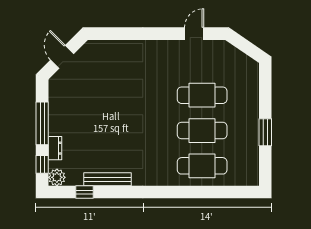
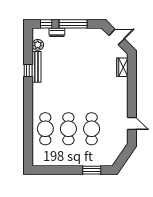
wardrobe: (108, 48) -> (122, 67), added
window: (265, 132) -> (92, 170), moved
plant: (57, 177) -> (38, 45), moved
window: (84, 192) -> (28, 70), moved

